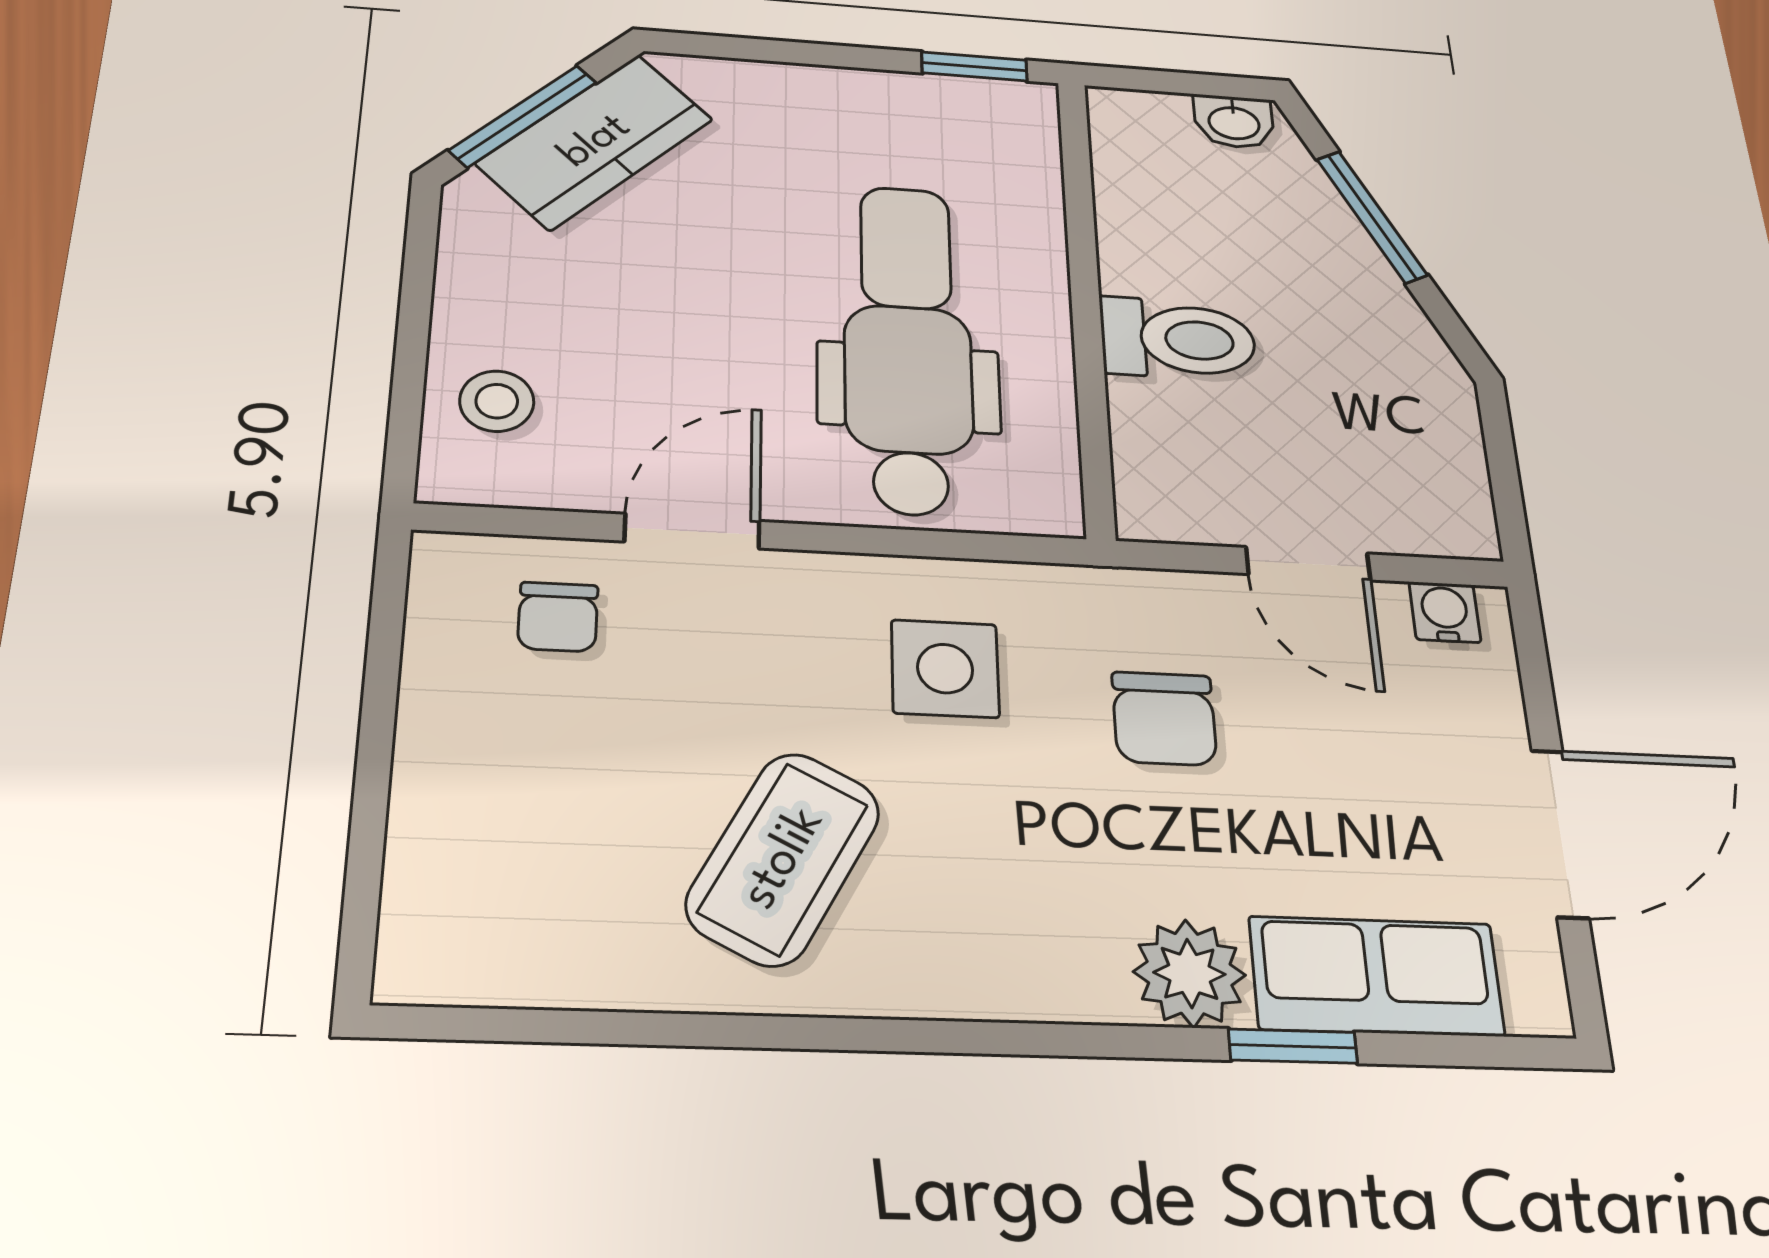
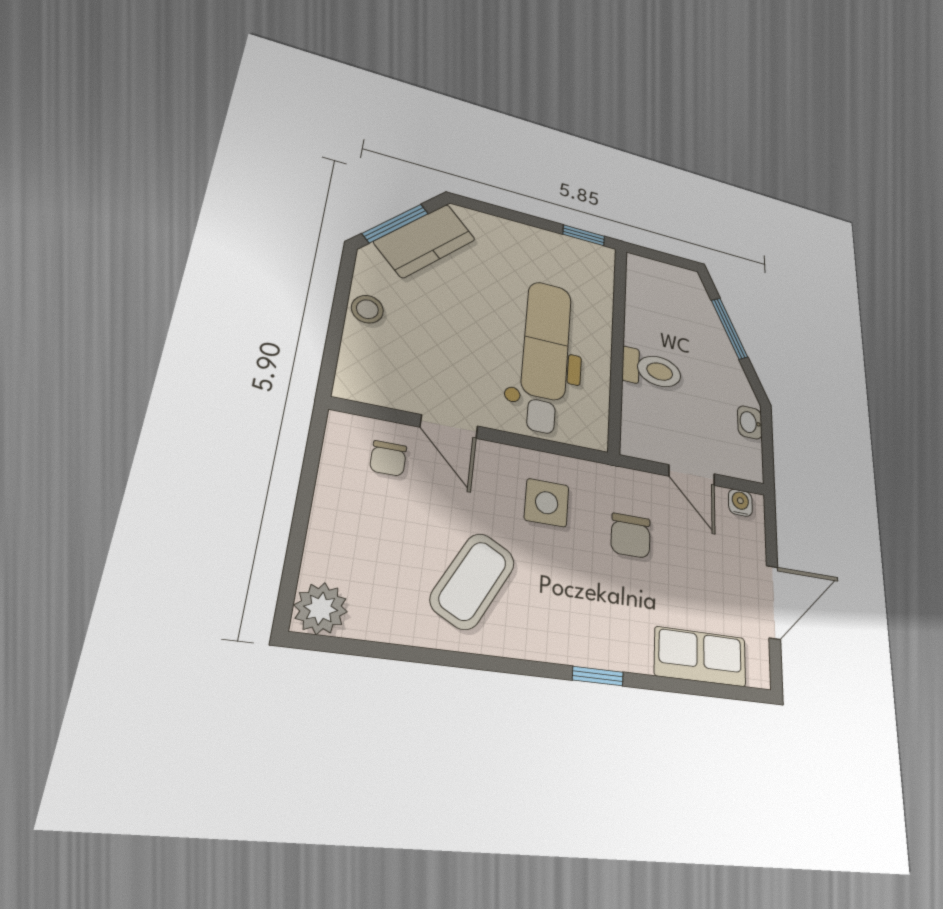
washbasin: (1234, 122) -> (750, 422), moved, turned 90
stool: (497, 401) -> (367, 309), moved
door: (692, 531) -> (449, 427), swing flipped
plant: (1189, 973) -> (321, 608), moved
window: (1293, 1046) -> (598, 676), moved

